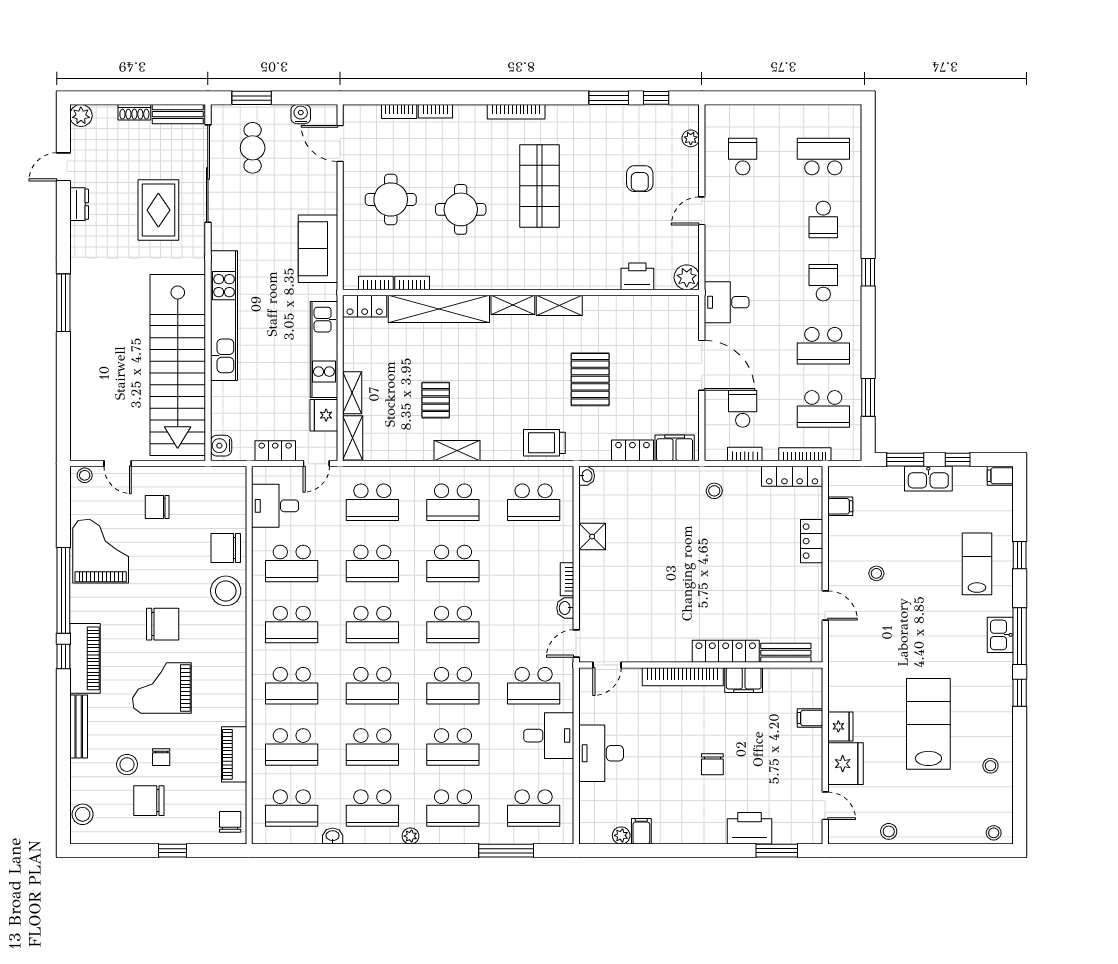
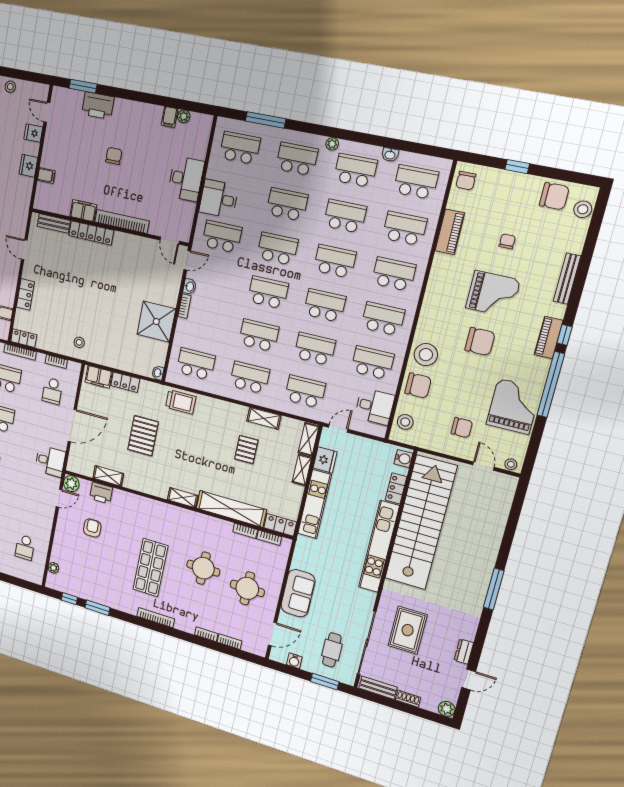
door: (340, 143) -> (272, 634), hinge flipped
armchair: (640, 179) -> (92, 528), moved
door: (702, 211) -> (59, 498), moved
sofa: (318, 249) -> (298, 593), moved
shelving: (559, 305) -> (108, 476), moved
door: (702, 365) -> (72, 426), swing flipped
locker: (275, 451) -> (396, 488), moved, turned 90
shelving: (457, 451) -> (264, 418), moved
locker: (792, 476) -> (24, 338), width x0.66
shower: (592, 537) -> (156, 322), width x1.86, depth x1.86
grand piano: (101, 551) -> (514, 406), turned 180
chair: (163, 624) -> (480, 341), turned 180
piano: (85, 658) -> (549, 337), width x0.73, depth x0.75
door: (607, 665) -> (170, 241), swing flipped
fridge: (846, 764) -> (33, 133), width x0.53, depth x0.75
stool: (127, 765) -> (405, 422), moved
chair: (149, 801) -> (554, 196), moved

